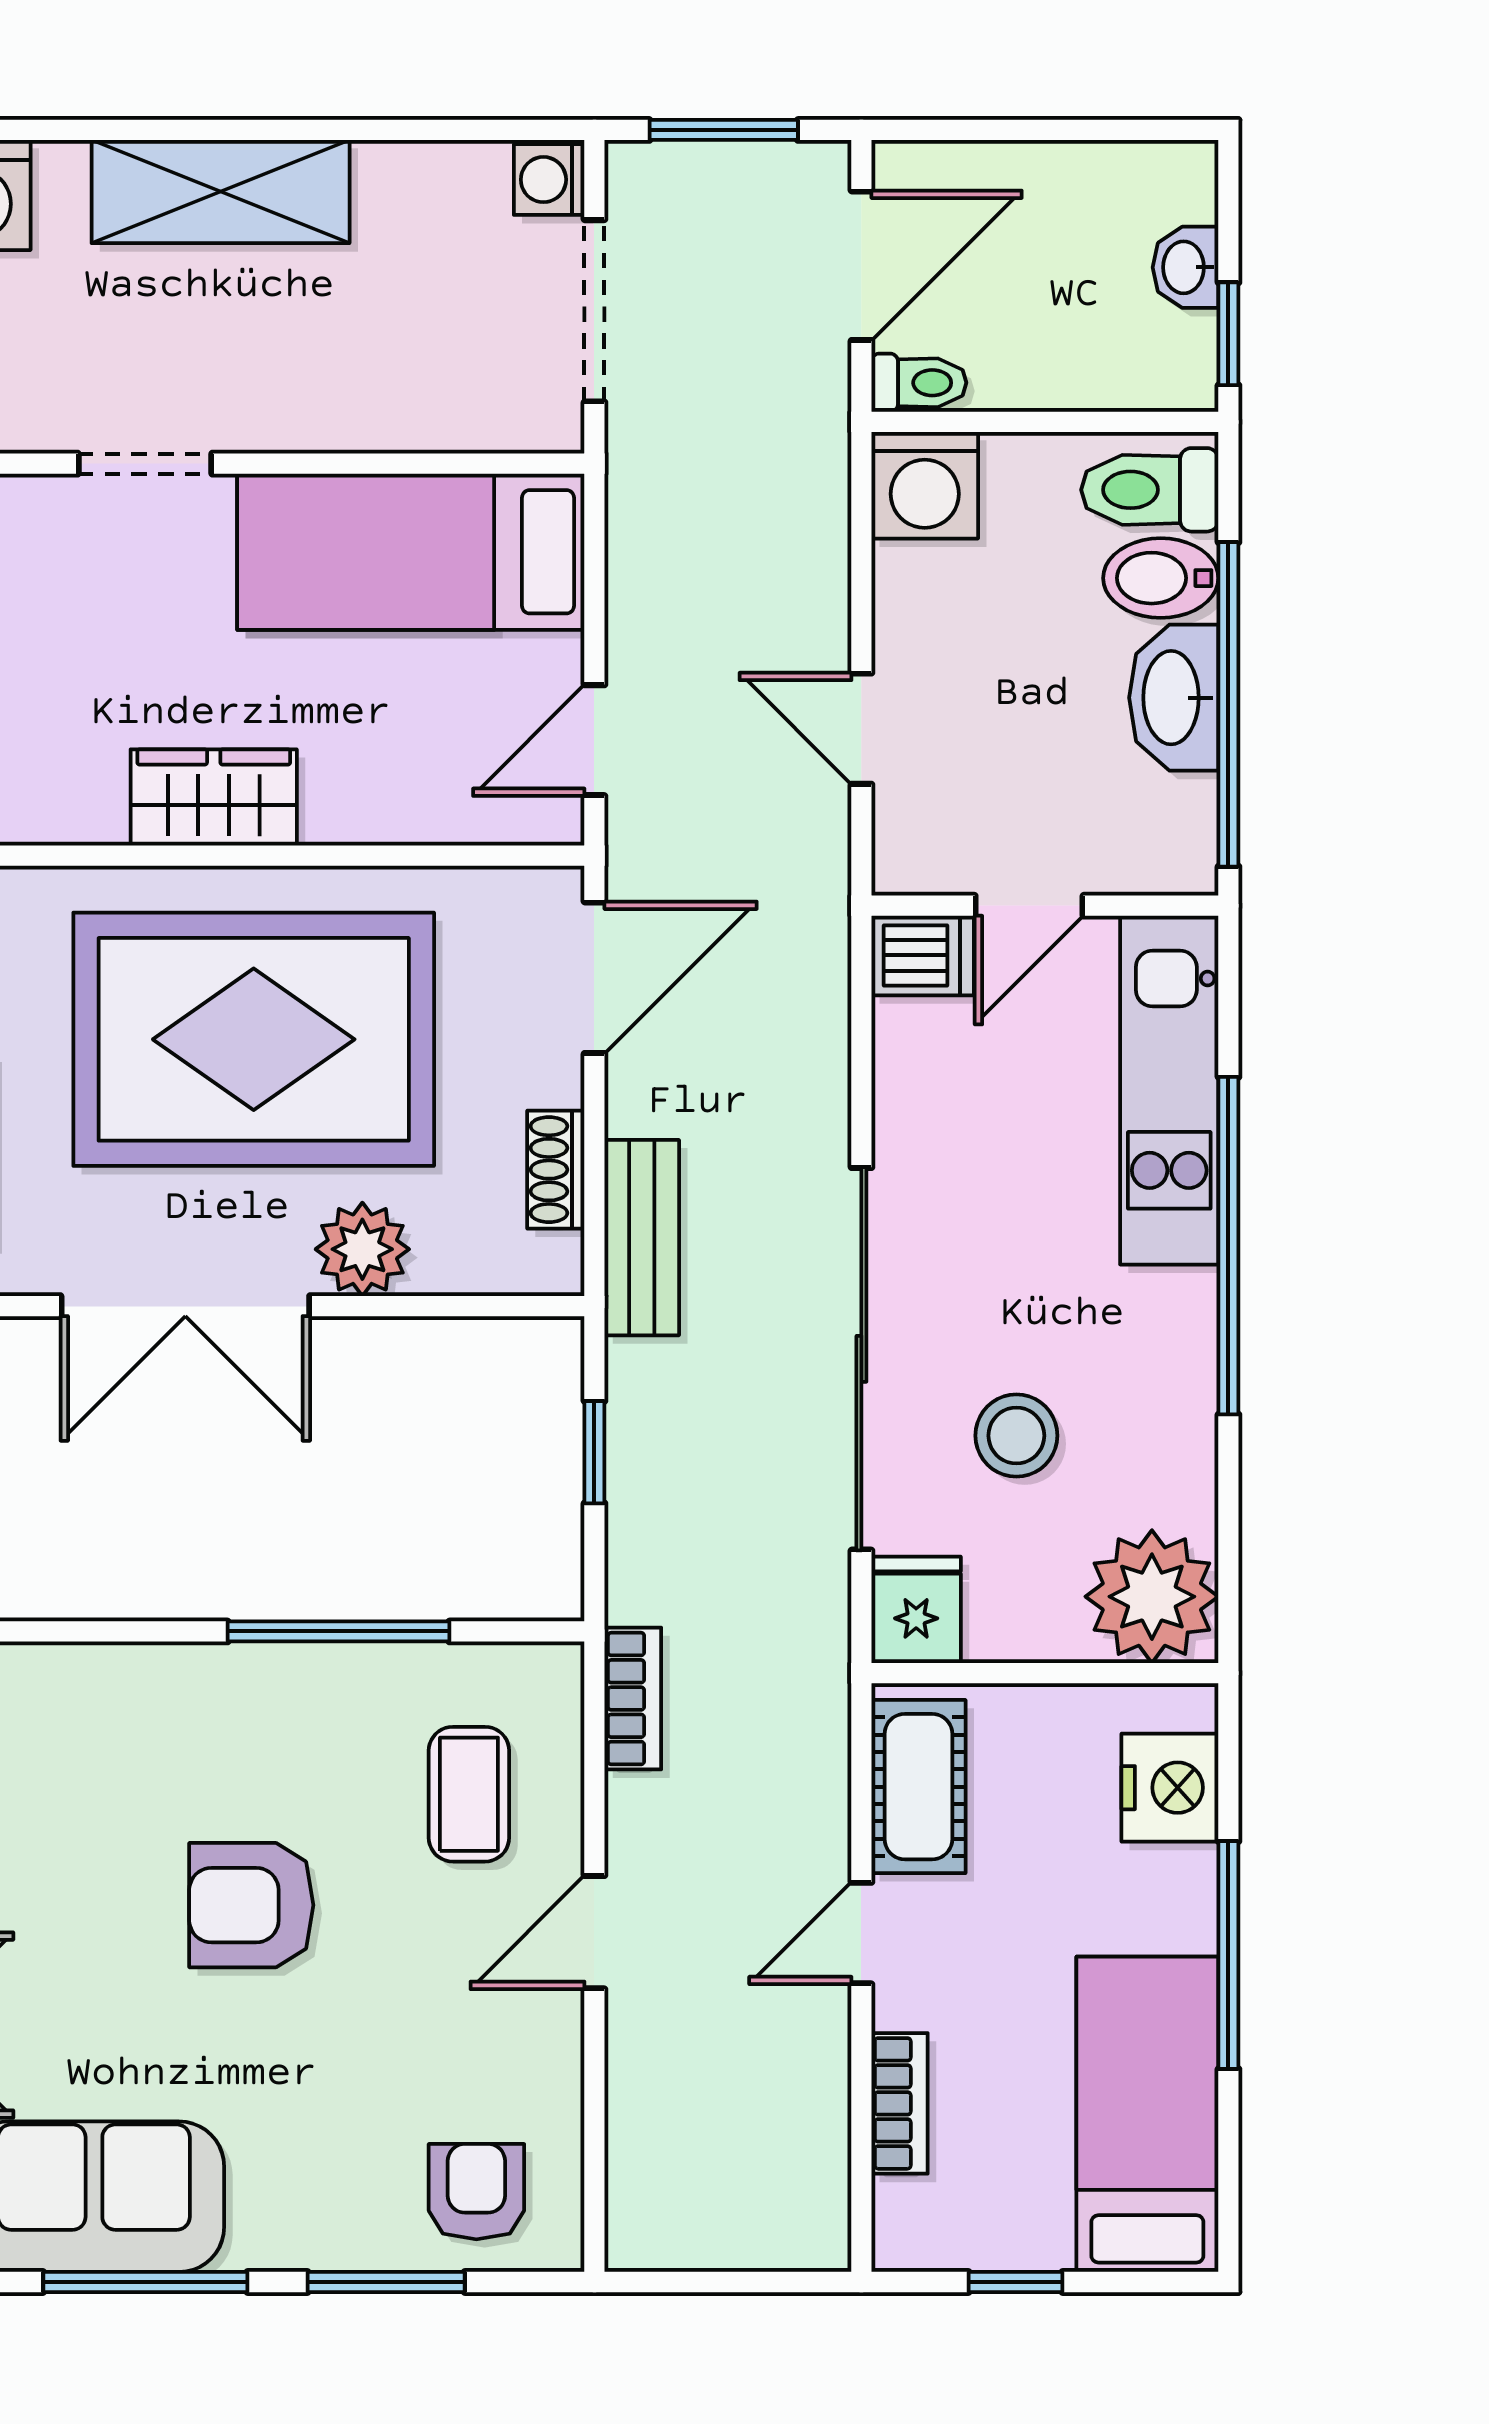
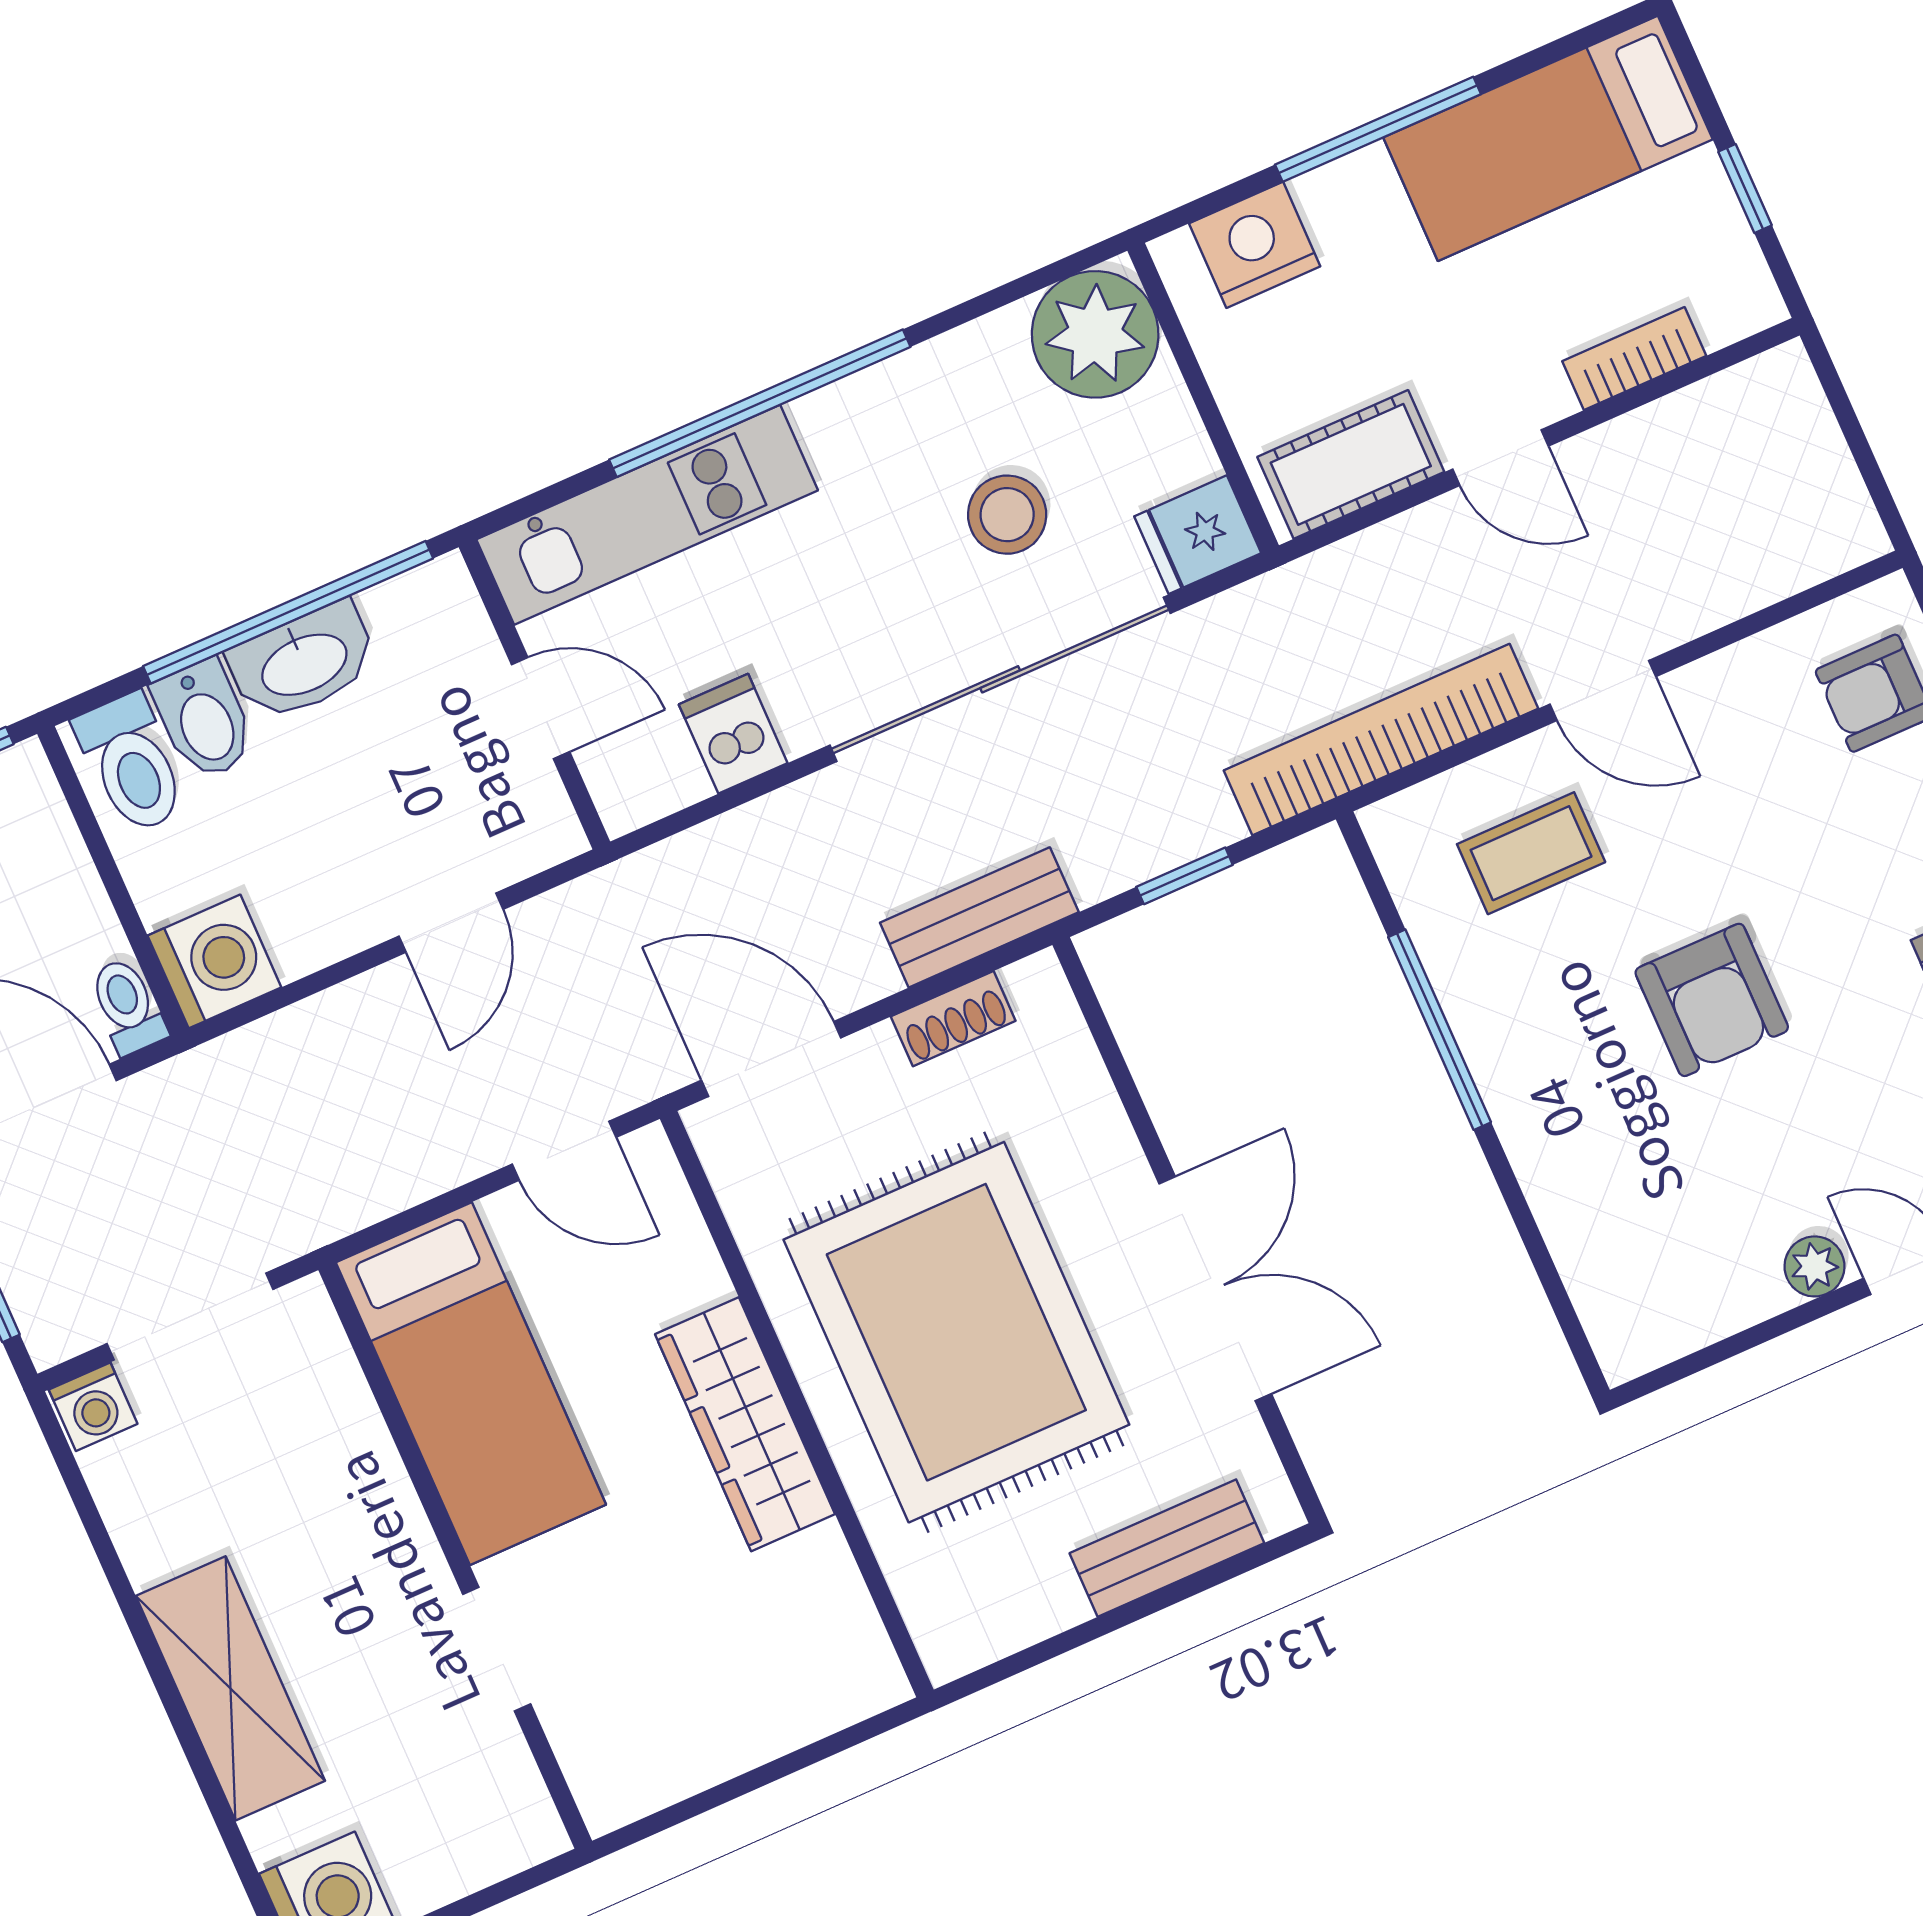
wardrobe: (214, 797) -> (745, 1424), width x1.50
dishwasher: (923, 955) -> (733, 734), moved
plant: (362, 1249) -> (1097, 1156), removed
bookcase: (633, 1699) -> (1381, 740), width x2.31, depth x1.31

